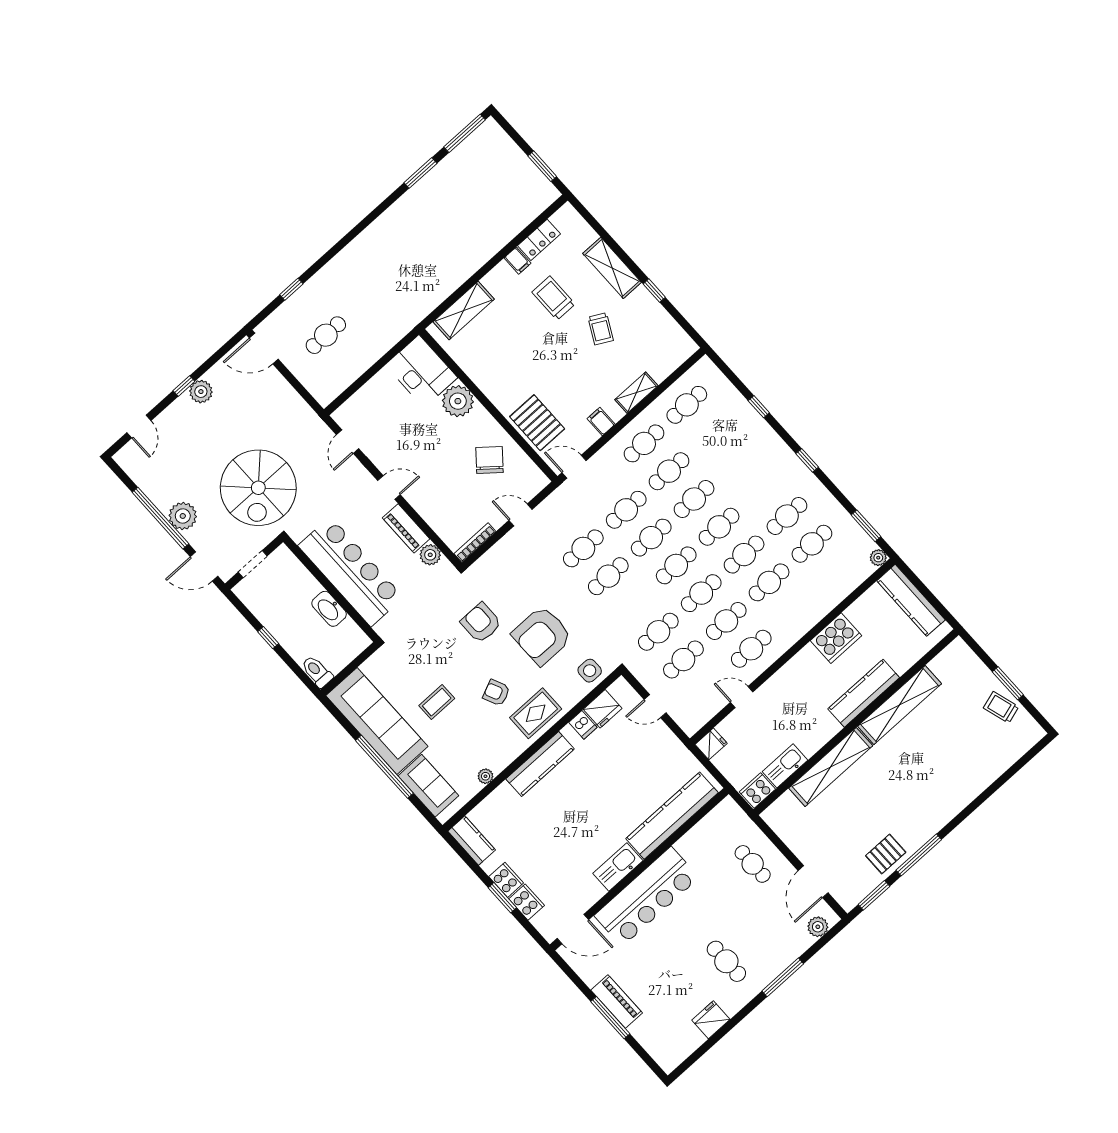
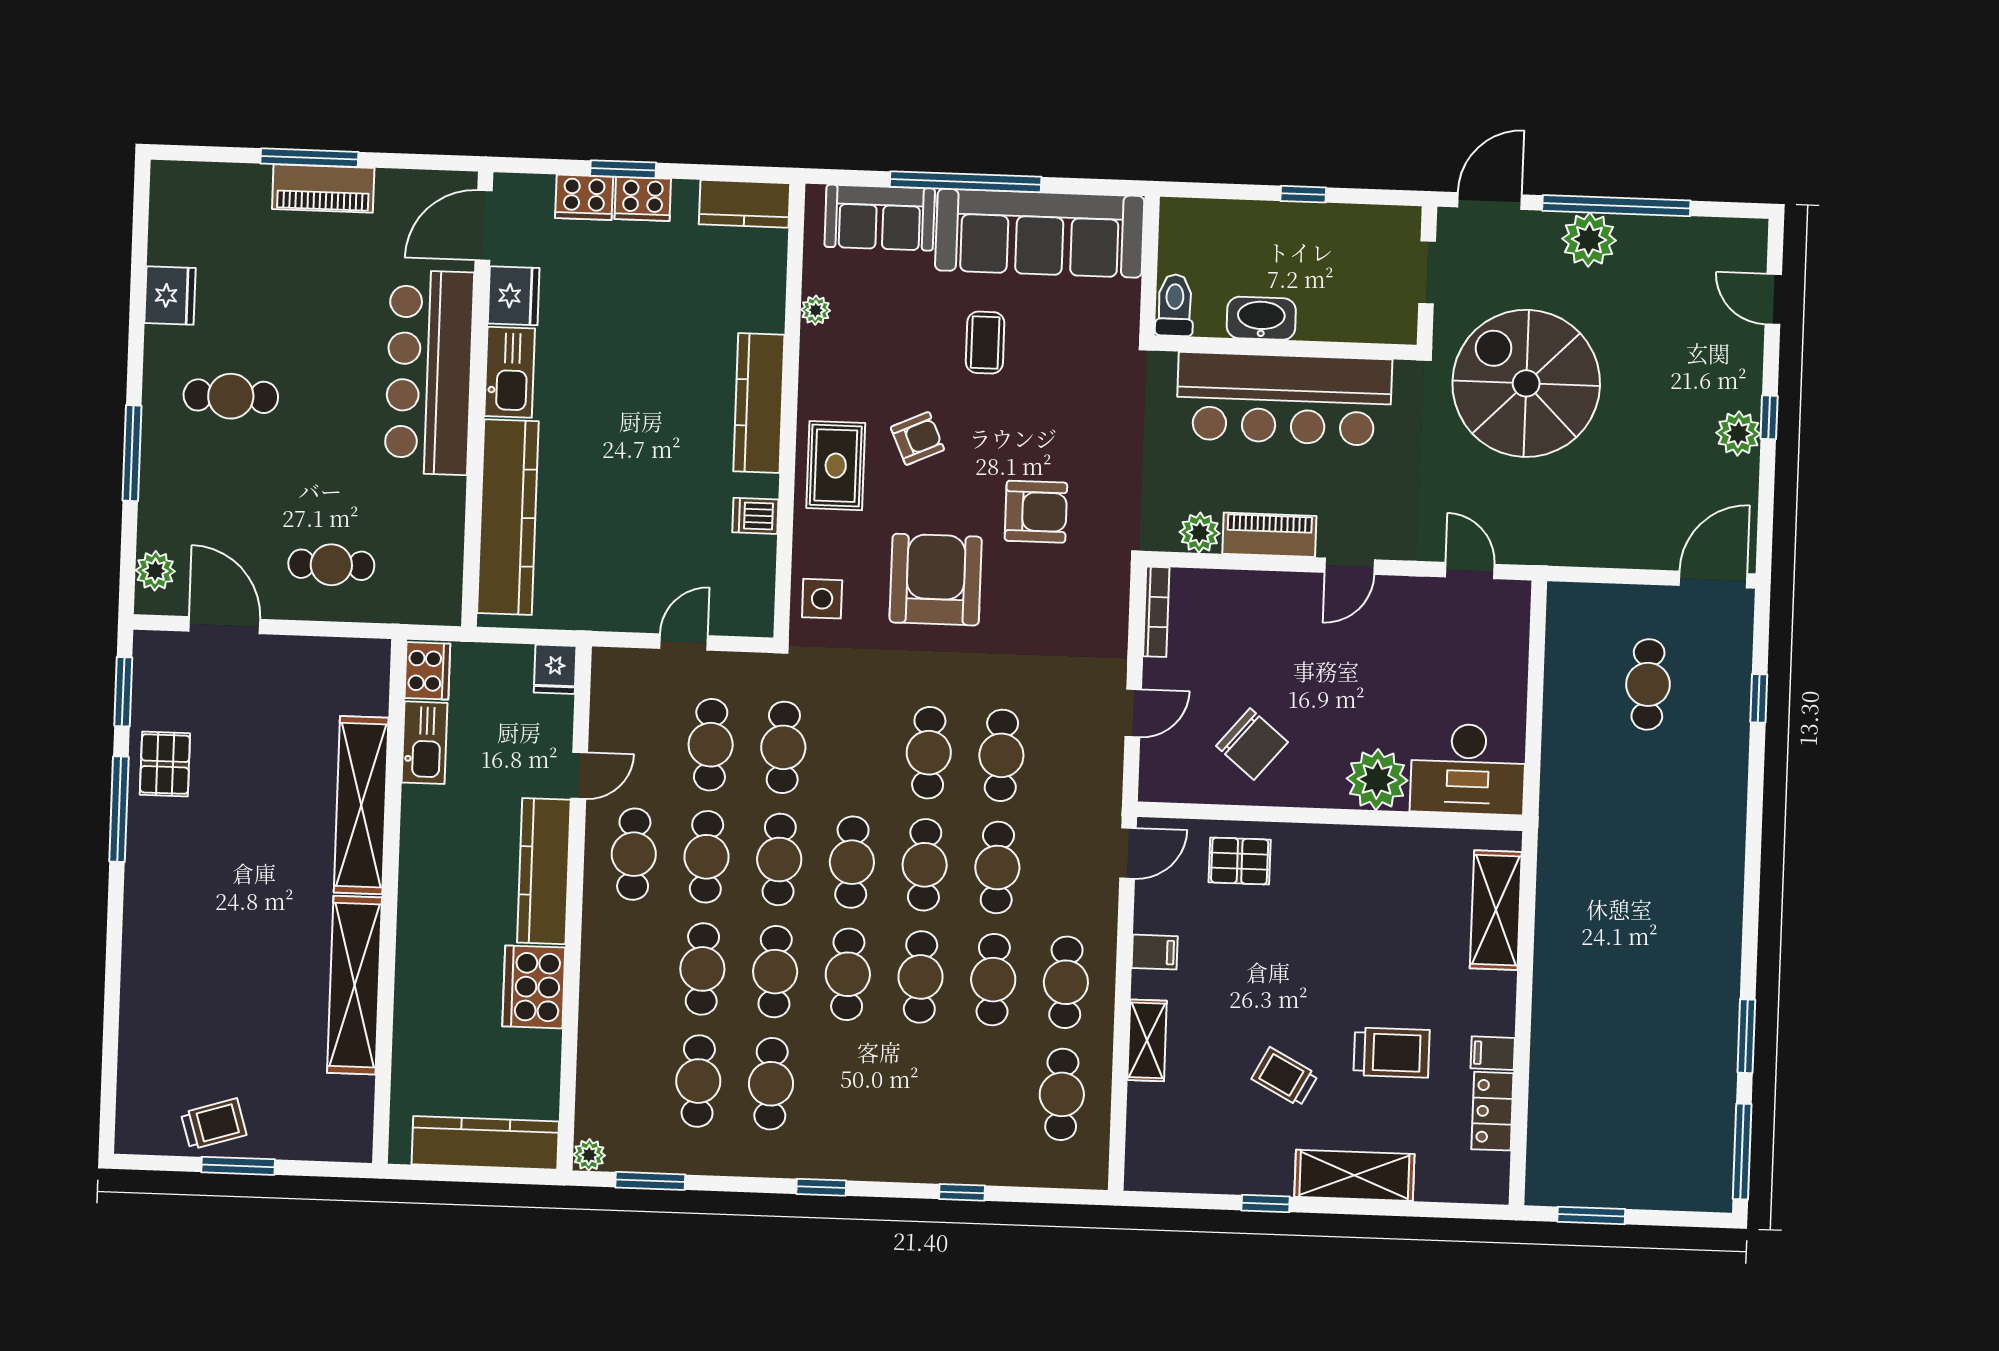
pallet: (537, 423) -> (1240, 861), width x0.67, depth x0.71
toilet: (317, 672) -> (1175, 305), moved, turned -90
kitchen counter: (864, 693) -> (544, 871), moved, turned 180
fridge: (603, 709) -> (514, 296), moved, turned 180

